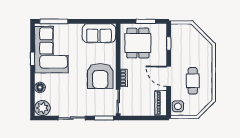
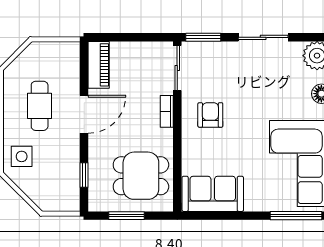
dining table: (138, 43) -> (141, 176), turned 90
armchair: (100, 76) -> (210, 115), width x0.53, depth x0.53
door: (169, 76) -> (84, 114), hinge flipped
side table: (178, 106) -> (22, 156), moved

